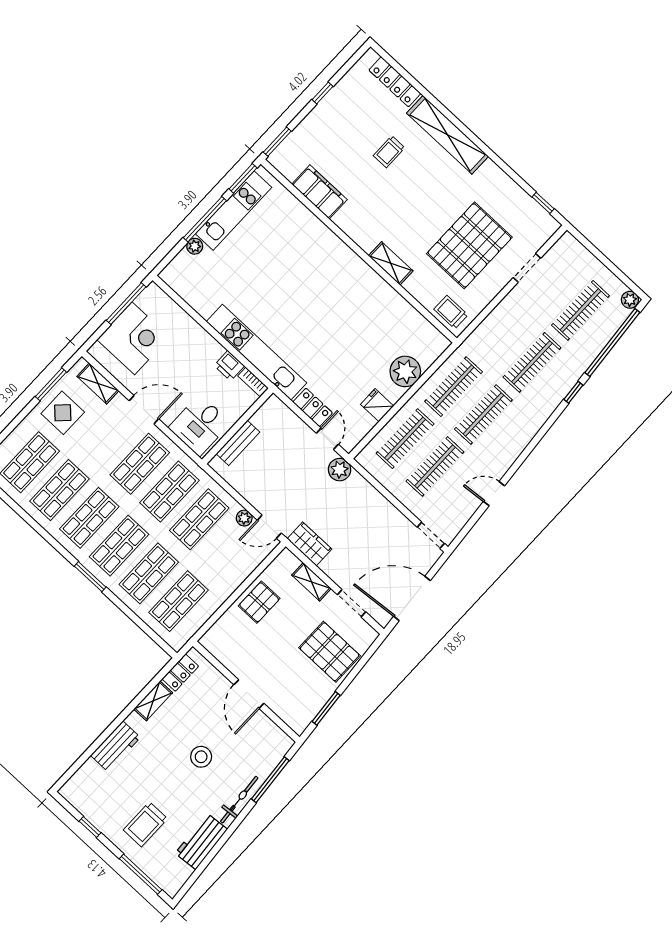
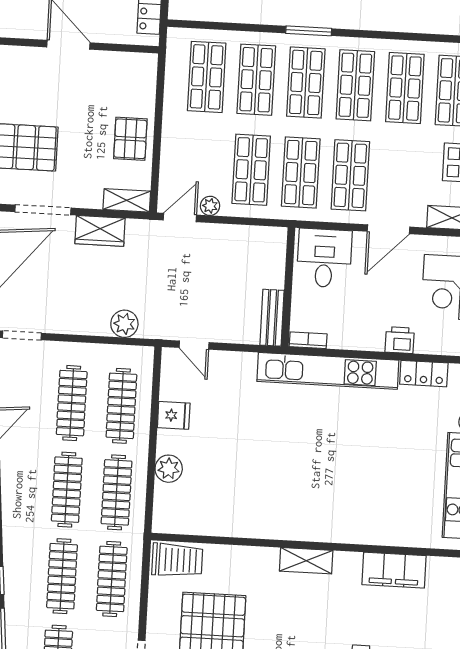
shelving: (391, 263) -> (306, 561), moved
trolley: (451, 312) -> (177, 560), width x1.36, depth x1.39
clothes rail: (502, 335) -> (112, 579), added
printer: (229, 366) -> (400, 340), moved
plant: (405, 371) -> (169, 469), width x0.73, depth x0.73
locker: (313, 407) -> (424, 374), moved
bench: (238, 443) -> (272, 318), moved
plant: (340, 470) -> (124, 324), moved
wardrobe: (309, 544) -> (100, 231), moved
shelving: (311, 582) -> (127, 200), moved
doorway: (352, 603) -> (43, 210), width x1.38

